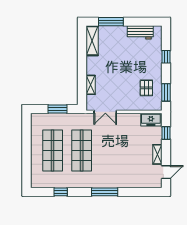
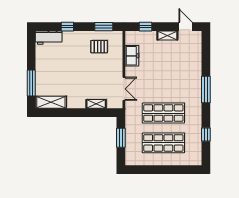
workbench: (140, 32) -> (49, 38), moved, turned 90
freezer: (151, 120) -> (132, 56), moved

